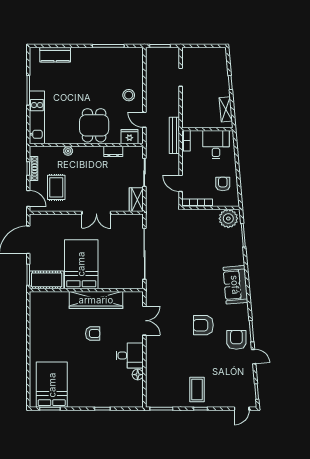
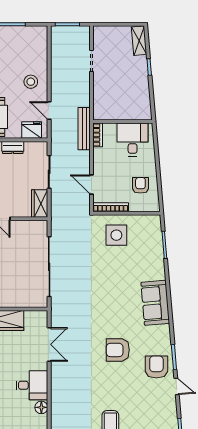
shelving: (226, 109) -> (139, 41), moved
plant: (228, 219) -> (147, 226), removed
side table: (202, 227) -> (116, 235), added

